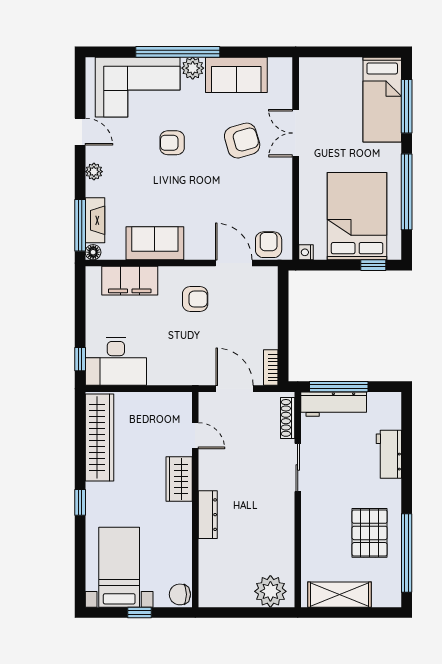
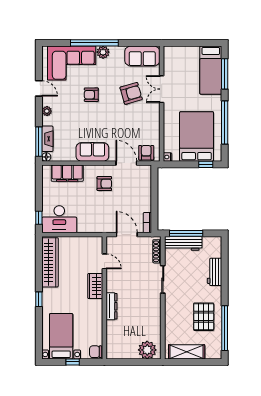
sofa: (236, 75) -> (142, 56), moved
sofa: (155, 243) -> (92, 152), moved

